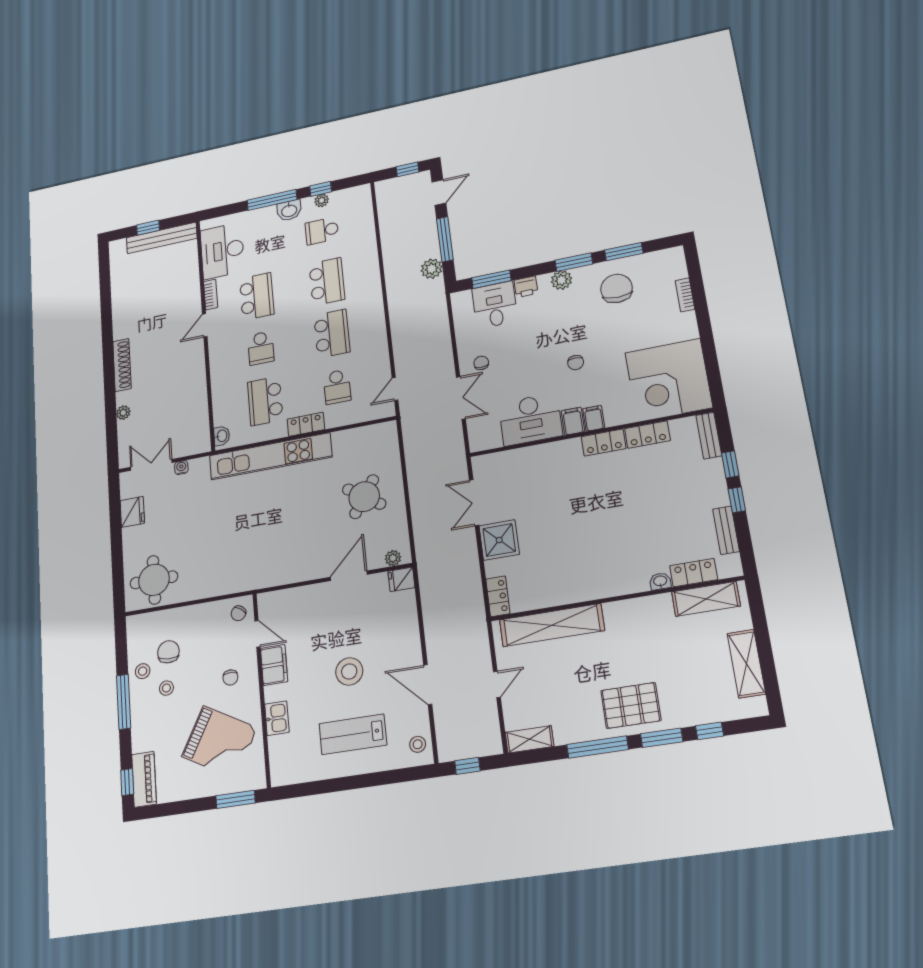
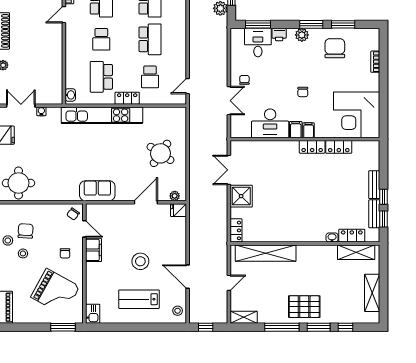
bench: (709, 436) -> (374, 185), moved
window: (730, 464) -> (383, 219), moved
sofa: (273, 571) -> (97, 191), added
kitchen sink: (277, 718) -> (93, 314), moved

